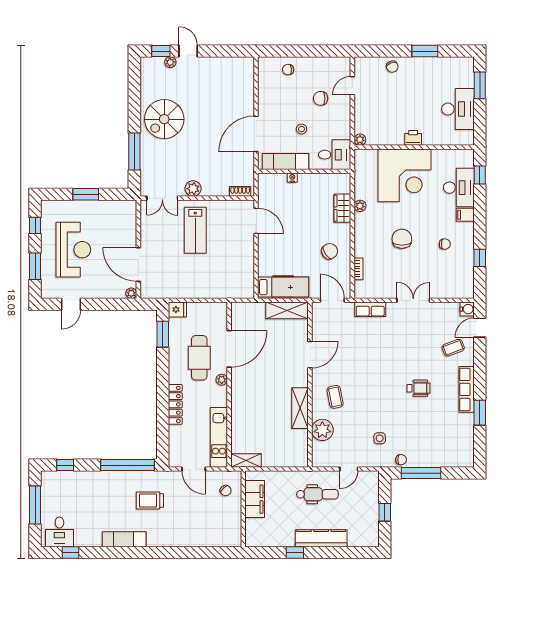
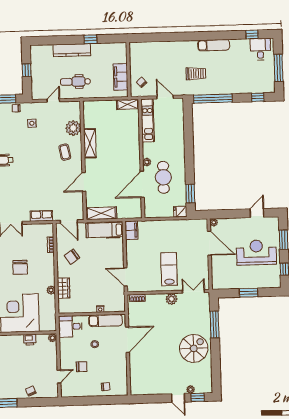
printer: (413, 138) -> (30, 340), moved
reception desk: (73, 250) -> (256, 252), turned 90
filing cabinet: (246, 286) -> (132, 230), added
locker: (175, 404) -> (180, 143), removed

